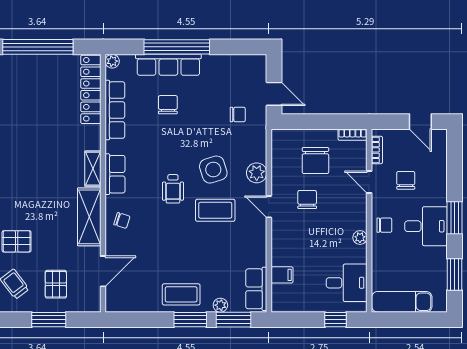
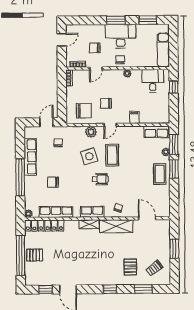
row of seats: (168, 65) -> (30, 157), moved
chair: (315, 161) -> (84, 111), moved
desk: (426, 226) -> (121, 36), width x1.37
filing cabinet: (282, 275) -> (134, 117), moved
pallet: (56, 284) -> (35, 255), moved

